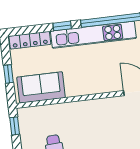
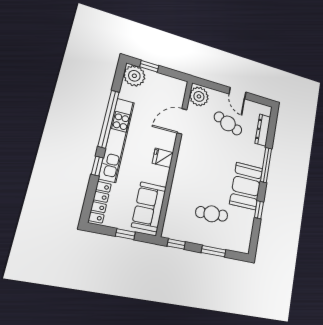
fridge: (93, 85) -> (163, 158), added

